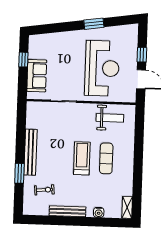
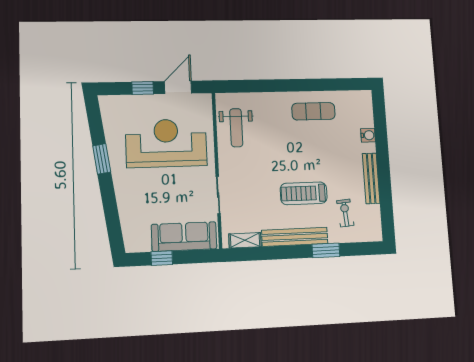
sofa: (37, 76) -> (184, 237), width x1.36
weight bench: (110, 118) -> (236, 128), turned 180
treadmill: (82, 158) -> (304, 193), moved
exercise mat: (106, 158) -> (313, 111), moved
shelving: (127, 207) -> (245, 240), moved

